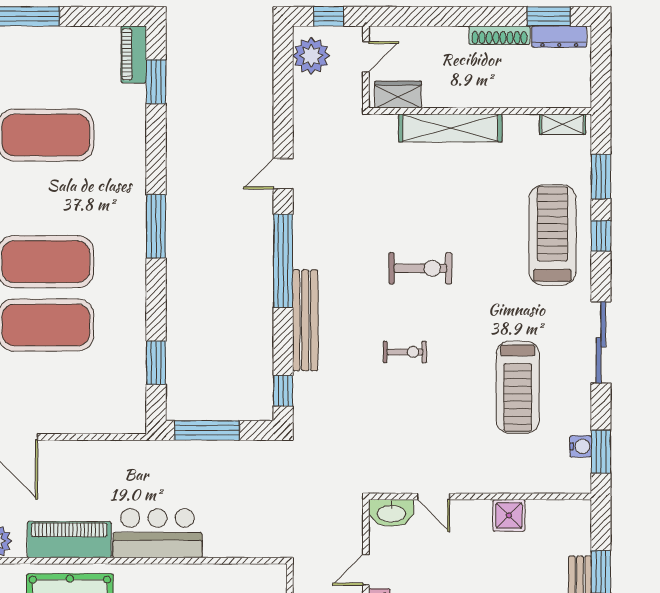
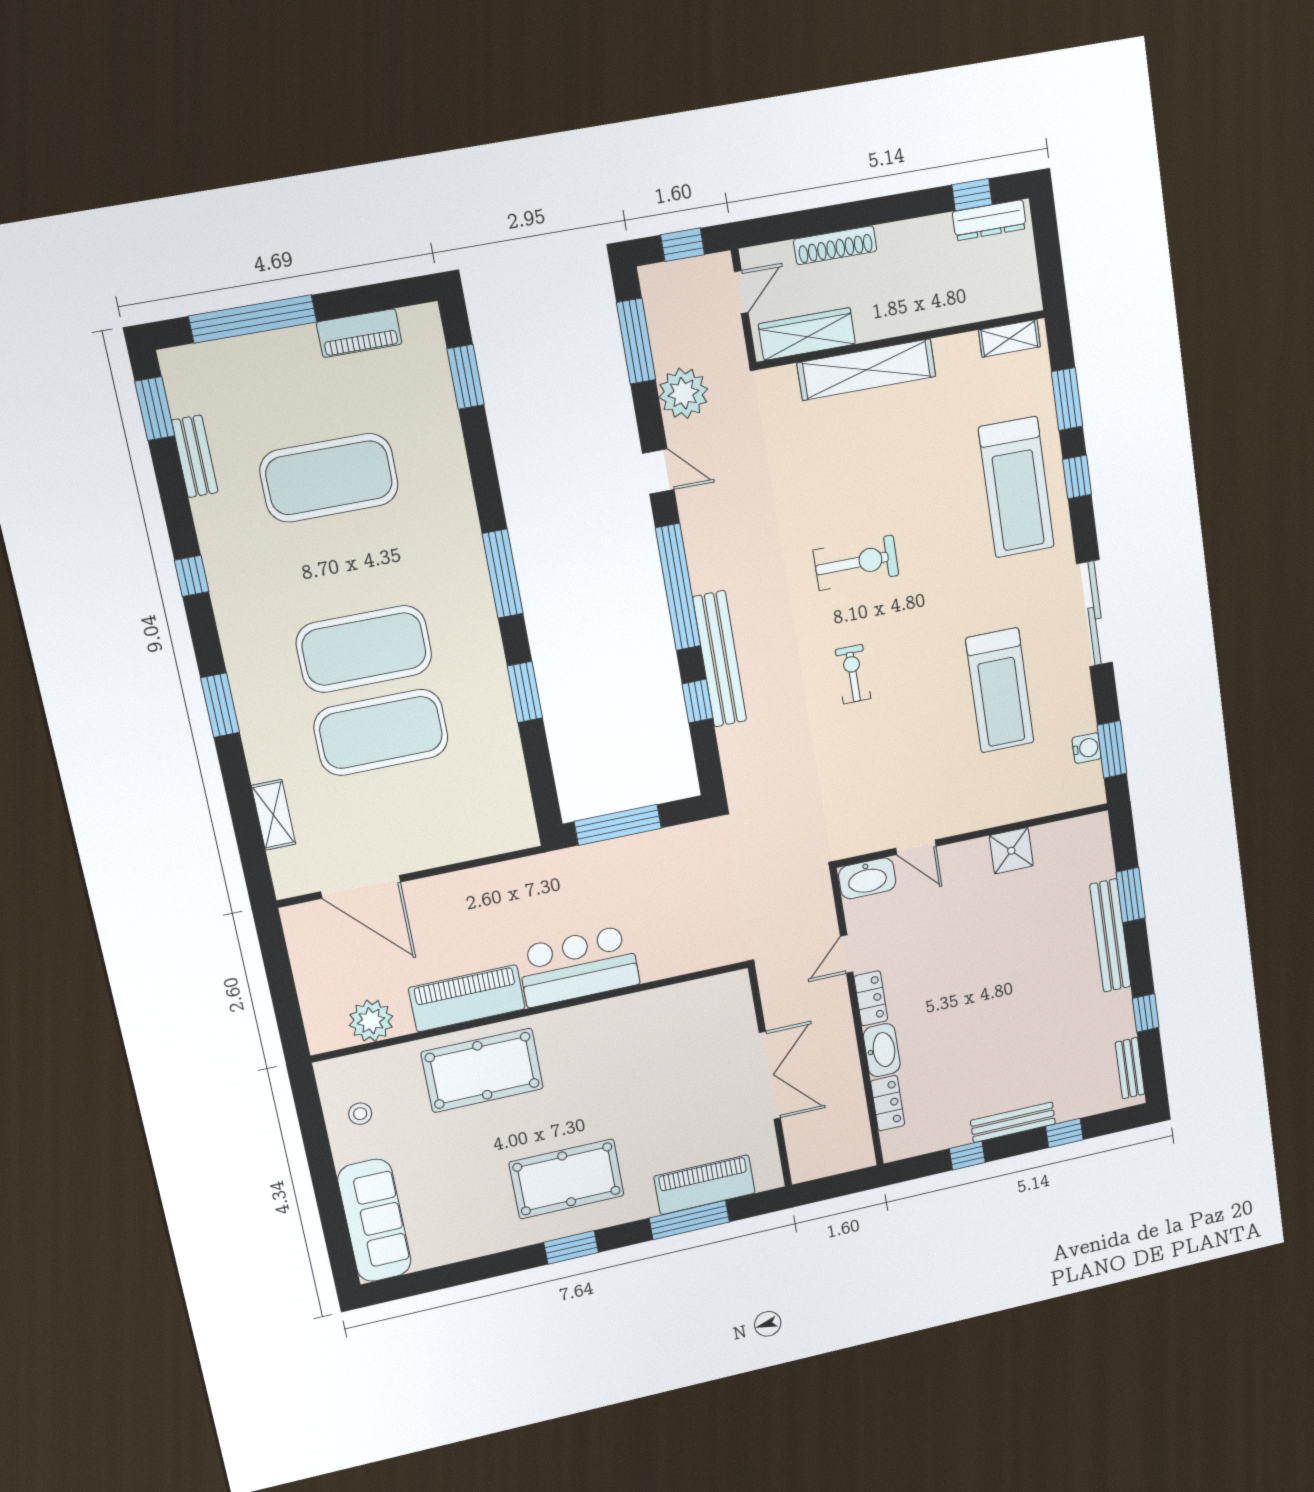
window: (549, 16) -> (972, 195), width x0.67
shoe rack: (500, 35) -> (835, 245), moved
piano: (134, 54) -> (359, 333), moved, turned -90
plant: (311, 56) -> (683, 393), moved
window: (283, 78) -> (636, 341), added
wardrobe: (398, 95) -> (807, 334), width x1.50
door: (283, 174) -> (658, 471), swing flipped
treadmill: (552, 235) -> (1016, 487), turned 180
exercise bike: (405, 352) -> (853, 674), turned -90
window: (156, 363) -> (525, 692), moved
window: (283, 391) -> (697, 701), moved

